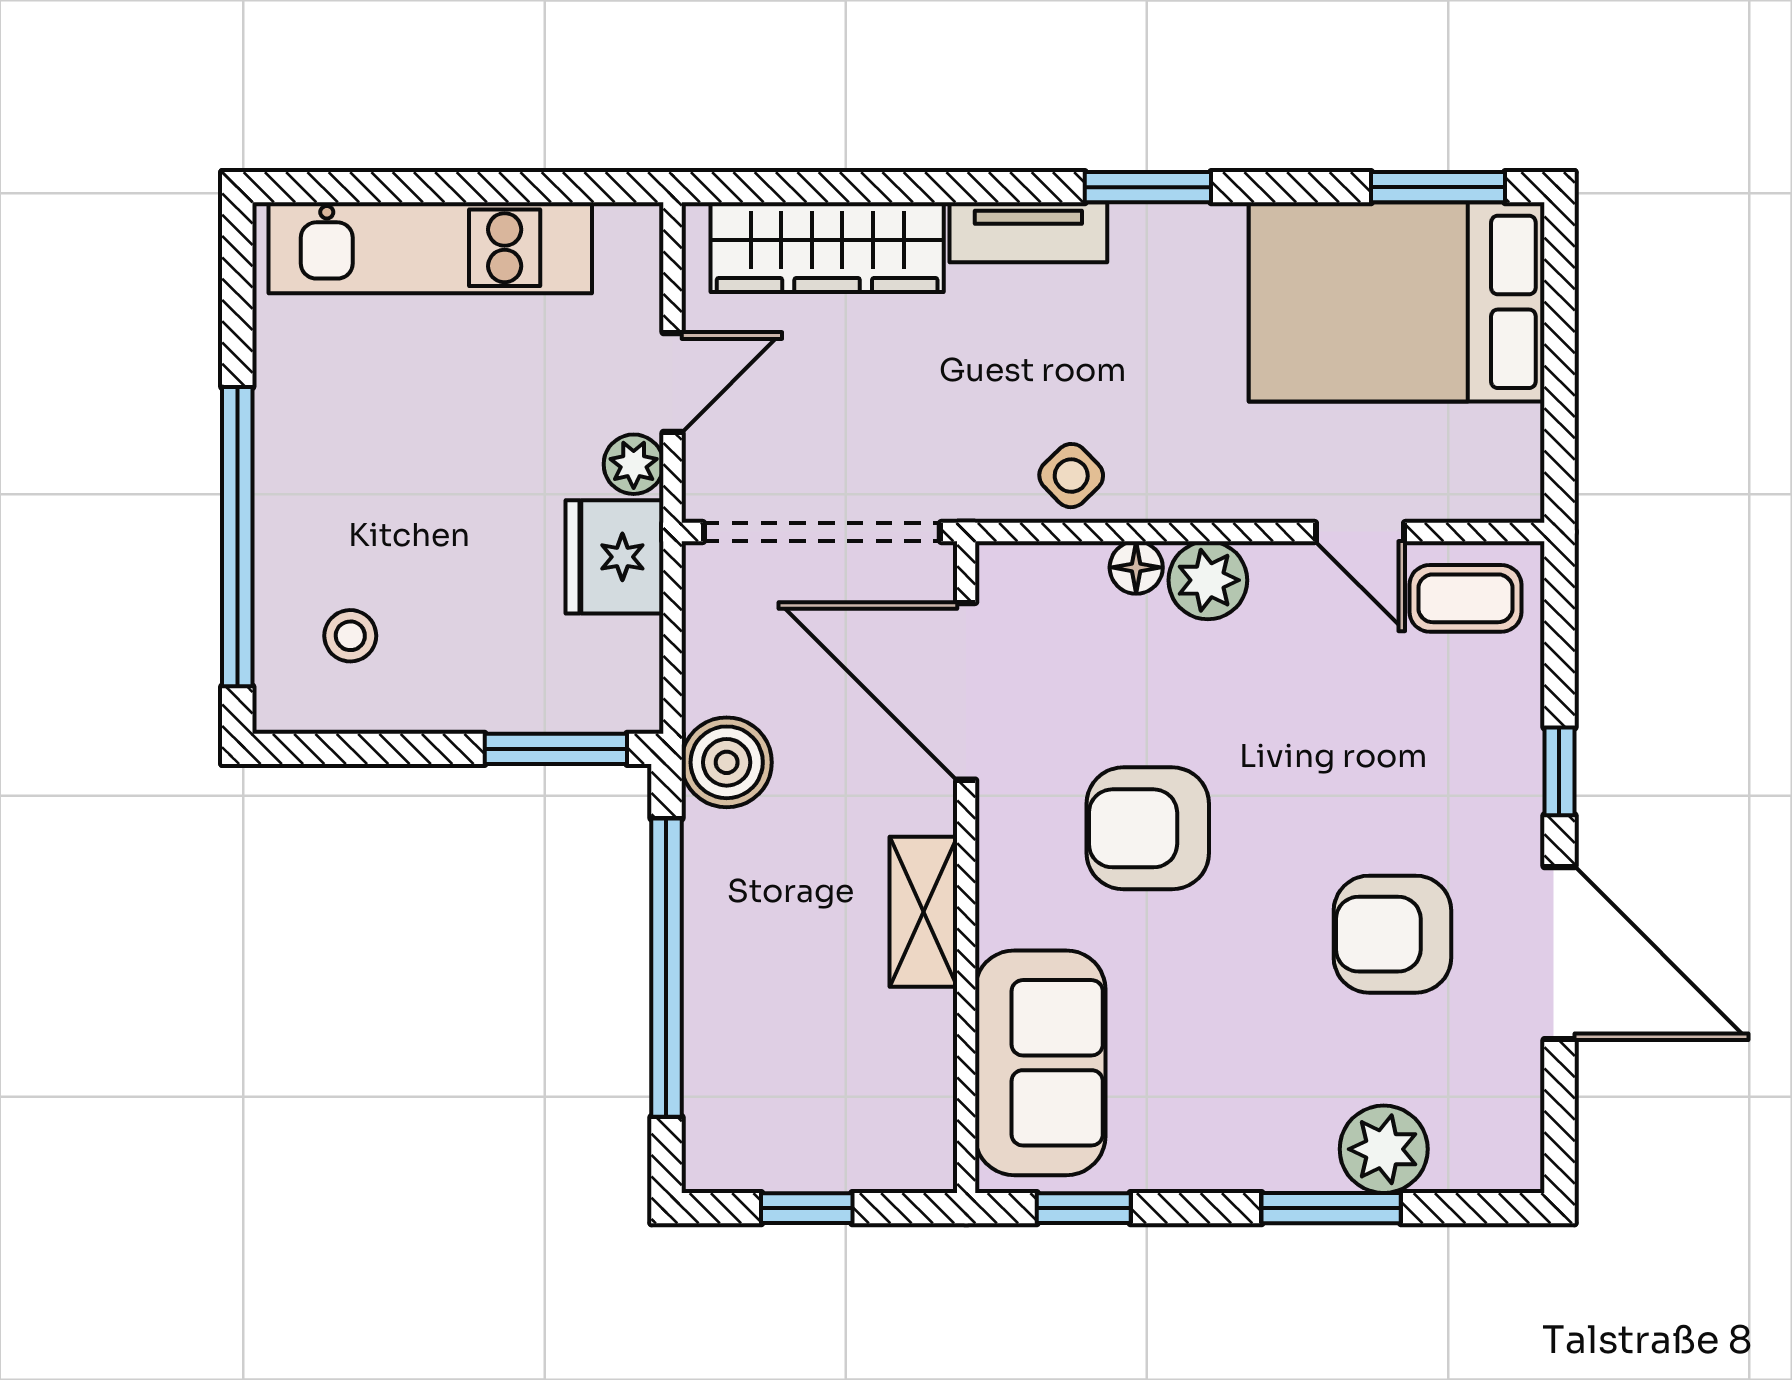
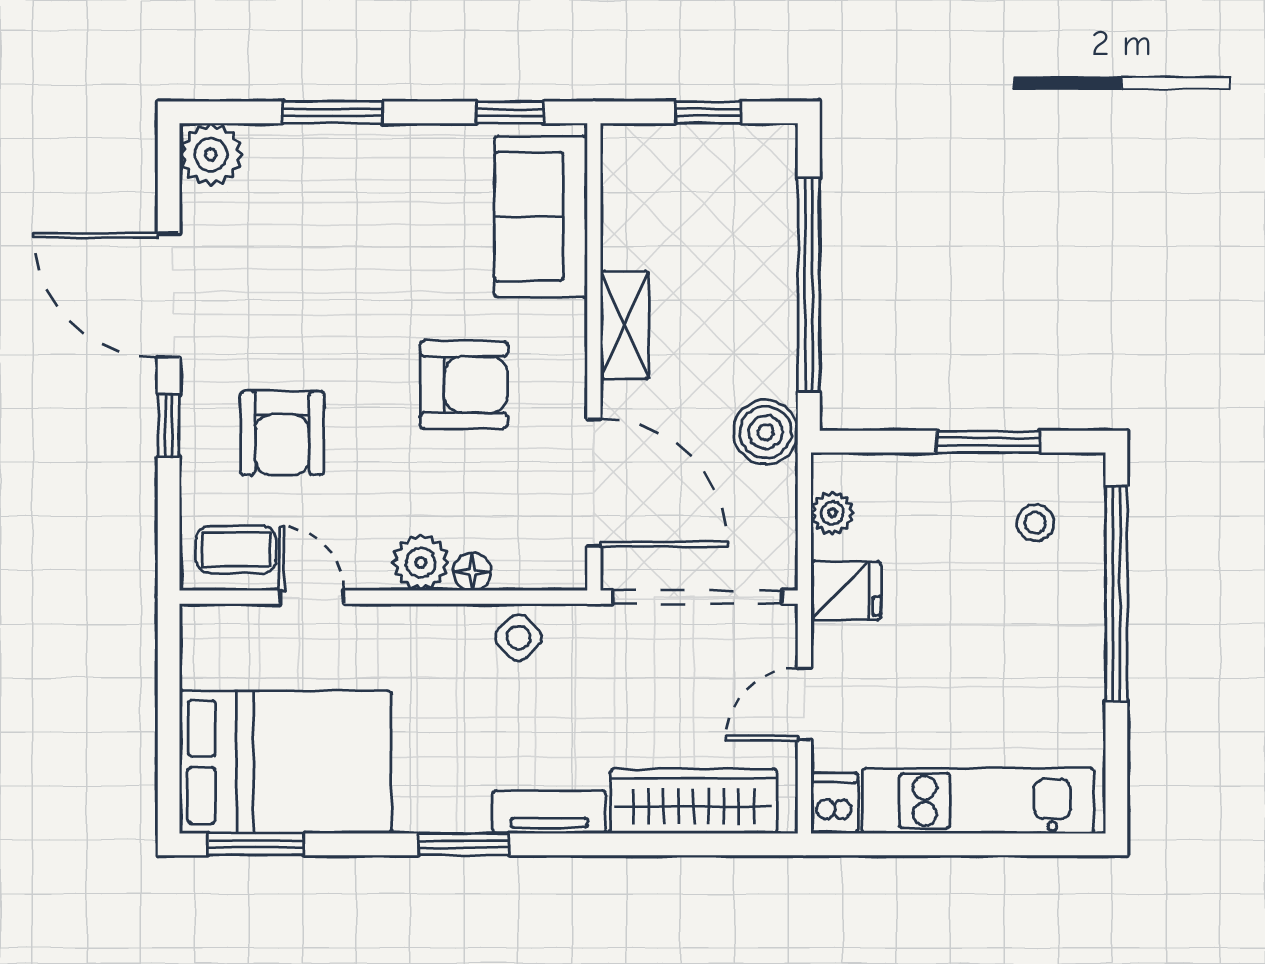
dishwasher: (631, 244) -> (834, 803), added
plant: (634, 464) -> (832, 513), moved
fridge: (615, 557) -> (846, 591), width x0.72
window: (556, 749) -> (988, 442), moved
armchair: (1392, 934) -> (282, 433), moved, turned 90
plant: (1384, 1149) -> (211, 155), moved

